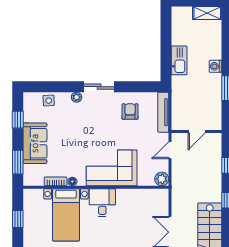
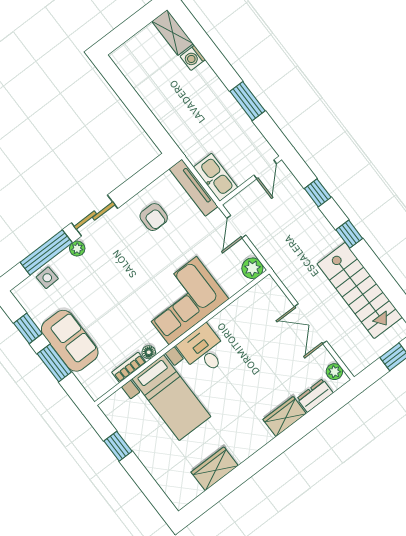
shelving: (207, 13) -> (173, 32), moved, turned 90
kitchen sink: (179, 60) -> (216, 177), moved
washing machine: (216, 66) -> (193, 58), moved
window: (58, 87) -> (46, 252), added
armchair: (130, 112) -> (154, 217), turned 180
door: (197, 132) -> (265, 169), moved
window: (18, 162) -> (54, 363), moved

